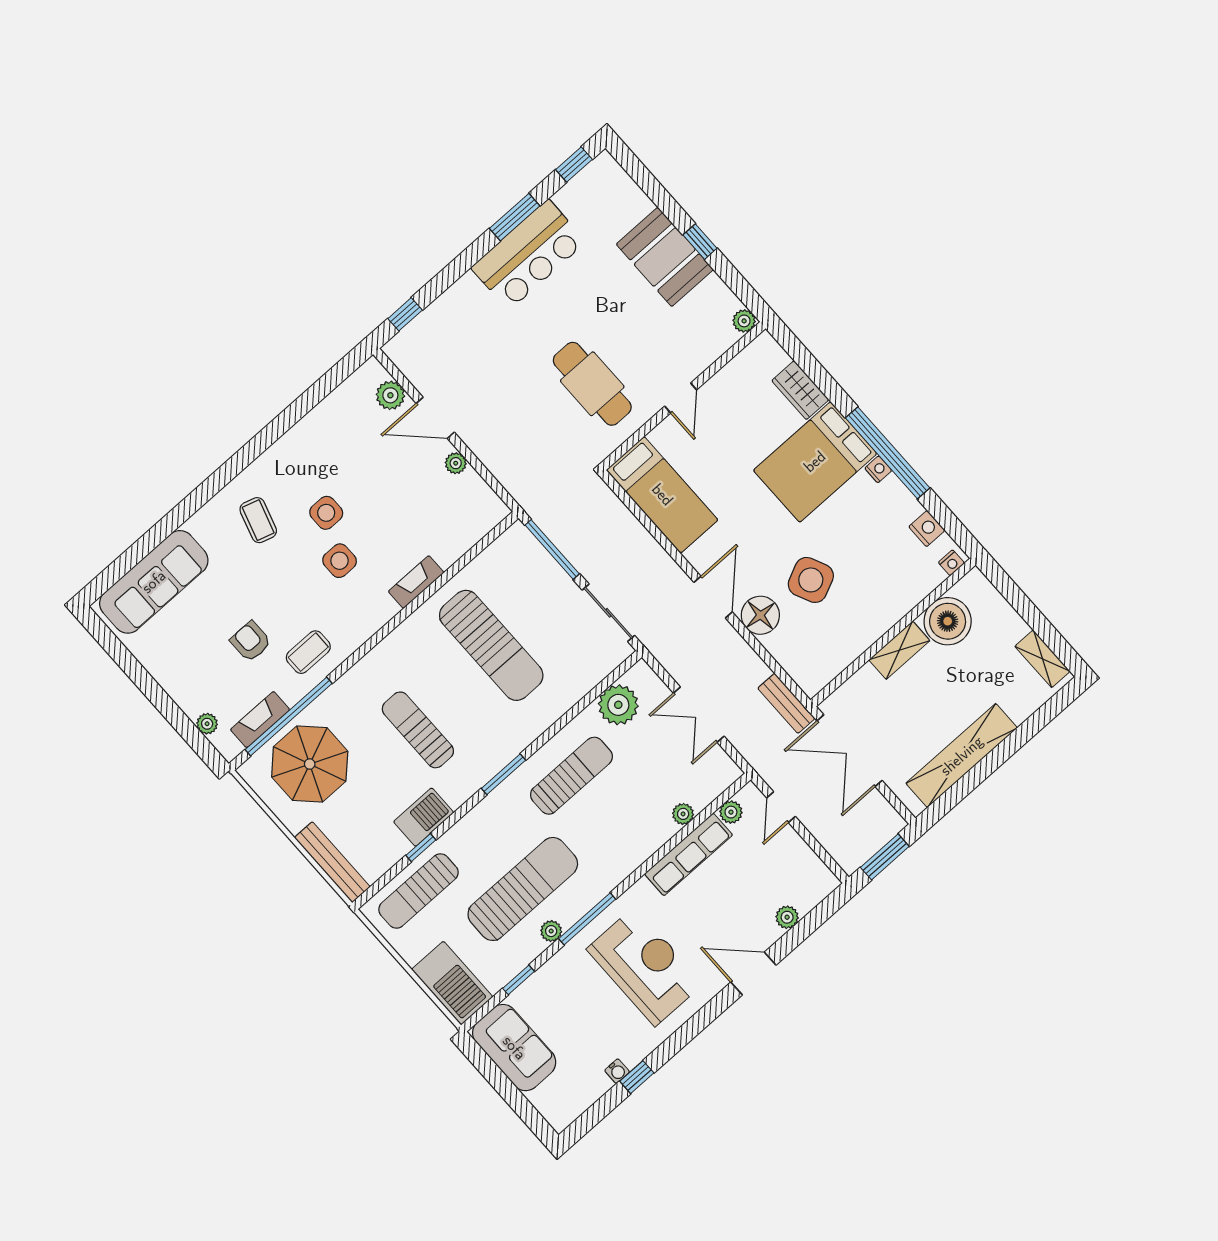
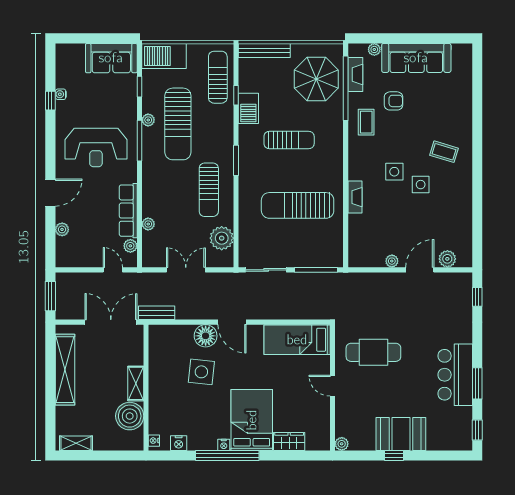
side table: (811, 580) -> (201, 372), turned 31
sofa: (154, 582) -> (416, 58), moved, turned -90

